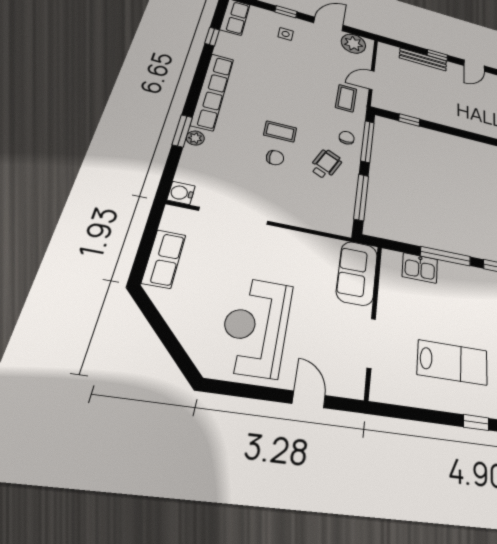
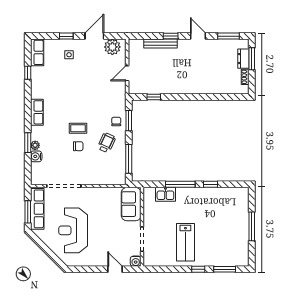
door: (474, 66) -> (198, 36), swing flipped
row of seats: (213, 91) -> (37, 112), width x0.50
coffee table: (346, 98) -> (113, 93), removed
window: (367, 141) -> (129, 121), width x0.69
water cooler: (181, 193) -> (36, 156), moved
window: (145, 248) -> (28, 212), added
row of seats: (164, 259) -> (37, 209), width x1.48
reception desk: (256, 326) -> (73, 230), moved
lab bench: (453, 362) -> (185, 242), turned 90
water cooler: (354, 387) -> (136, 261), added

